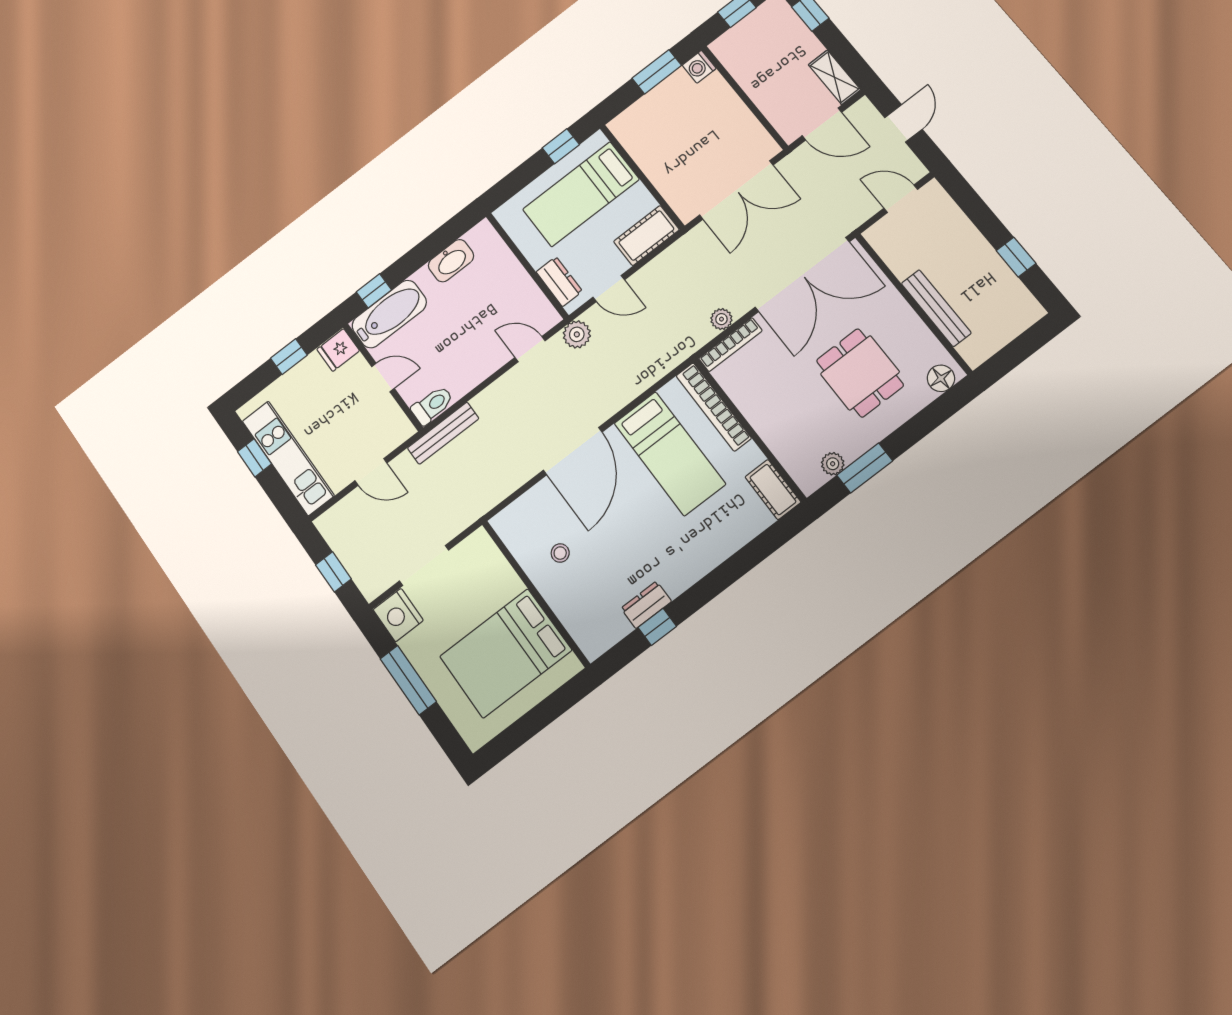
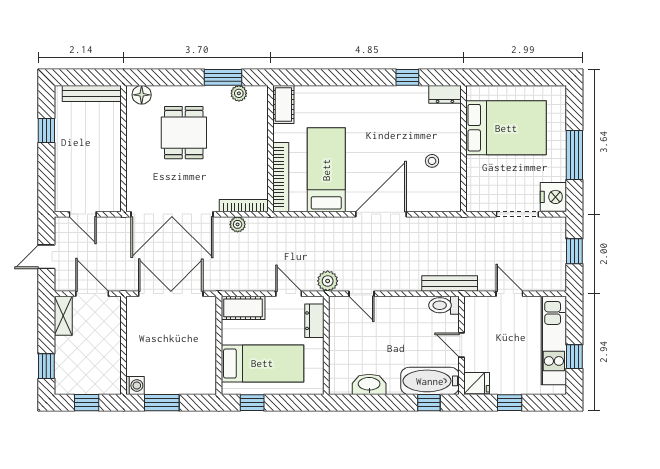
double door: (802, 275) -> (172, 214), swing flipped
bench: (936, 308) -> (92, 94), moved, turned 90
dresser: (646, 605) -> (445, 94), moved

